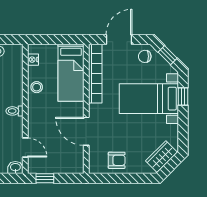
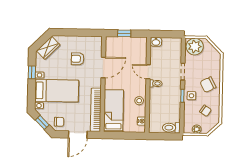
window: (183, 97) -> (32, 72), moved
door: (86, 131) -> (103, 67), hinge flipped
door: (25, 148) -> (148, 72), moved
armchair: (117, 160) -> (78, 59), moved
window: (45, 178) -> (124, 33), moved

